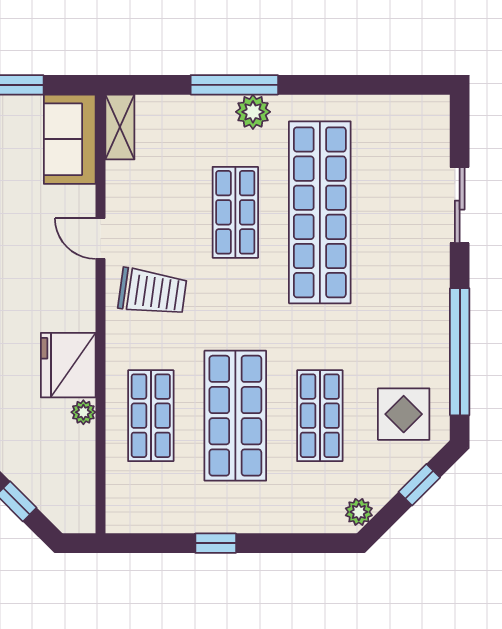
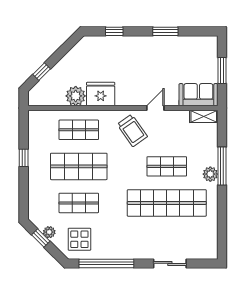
trolley: (152, 292) -> (132, 130), turned -43
plant: (83, 412) -> (76, 96), width x1.88, depth x1.88
window: (419, 485) -> (41, 238), moved
plant: (359, 512) -> (49, 232), moved

